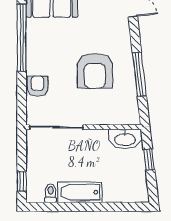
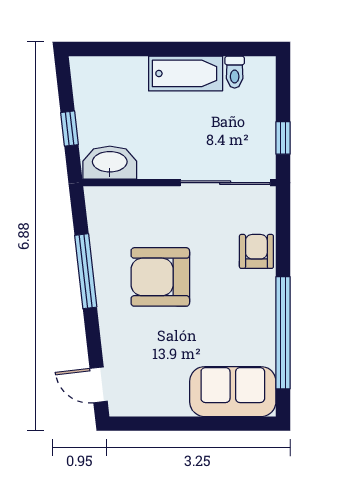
armchair: (95, 71) -> (160, 277), turned -90
armchair: (38, 86) -> (256, 251), turned 180
window: (22, 181) -> (283, 138), moved

